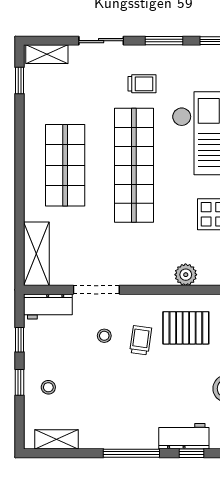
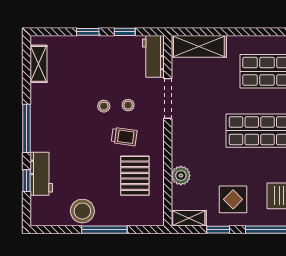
stool: (48, 387) -> (104, 106), moved

